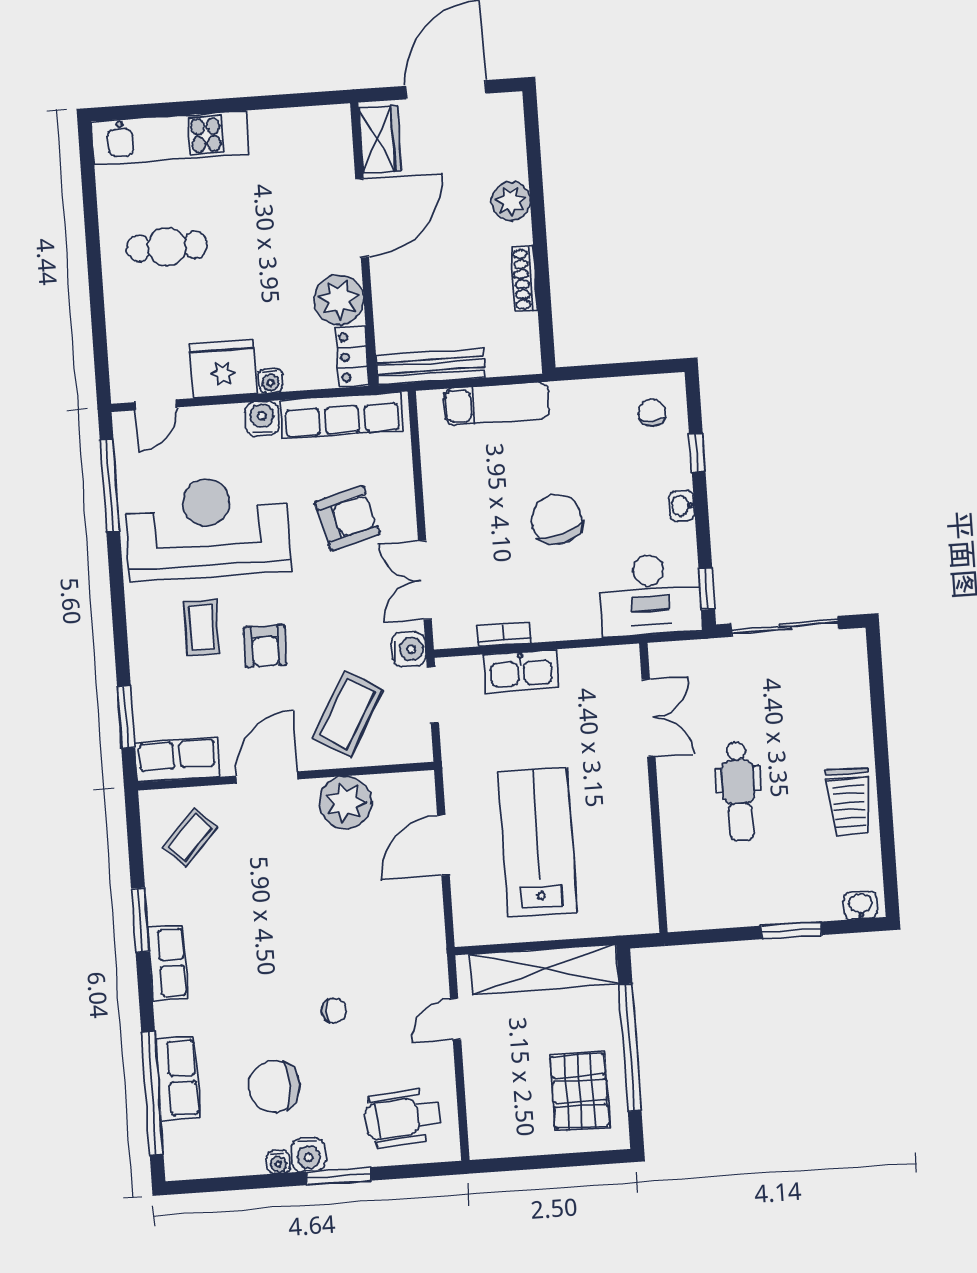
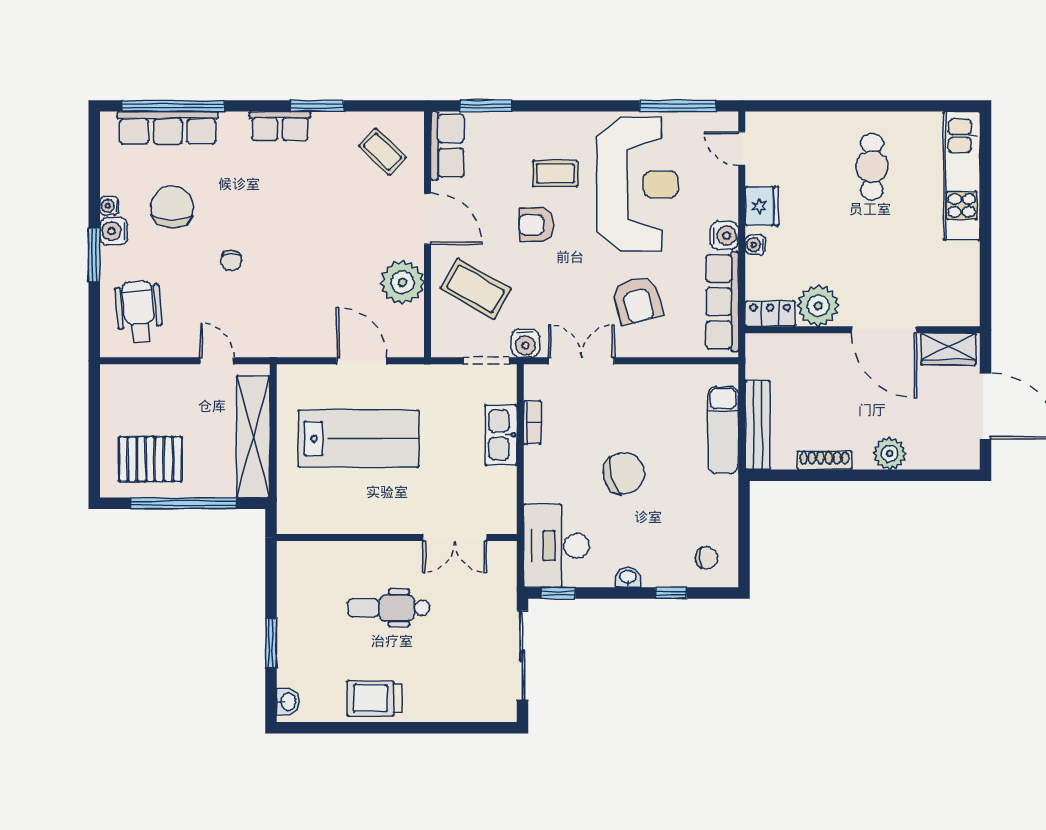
bench: (431, 366) -> (758, 425), moved
fridge: (223, 369) -> (762, 206), width x0.73, depth x0.75
row of seats: (178, 1078) -> (168, 128), width x1.48

